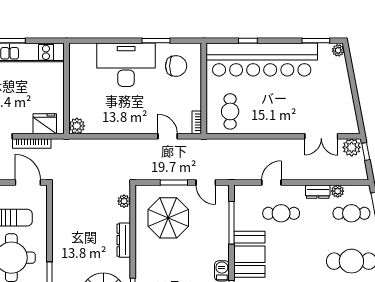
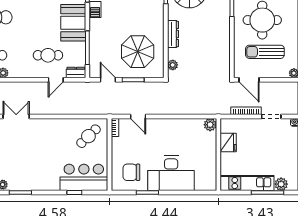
bar counter: (262, 60) -> (84, 177), width x0.54
cafe table: (230, 111) -> (88, 136), turned 46
fridge: (45, 124) -> (228, 142), moved, turned -90
dresser: (318, 192) -> (76, 73), moved

